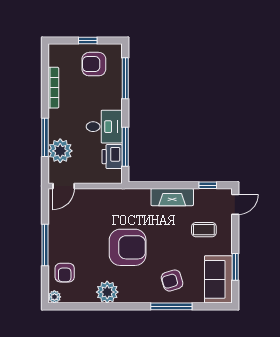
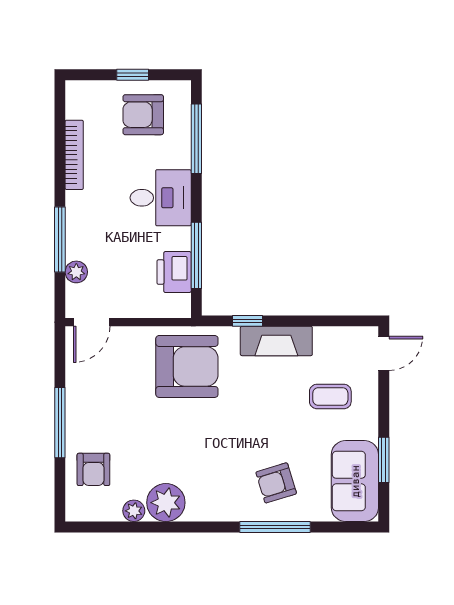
desk: (104, 127) -> (161, 198), moved
plant: (60, 151) -> (76, 272), width x0.53, depth x0.53
window: (208, 185) -> (247, 321), moved
armchair: (128, 247) -> (187, 366), moved
plant: (54, 297) -> (134, 511), moved

